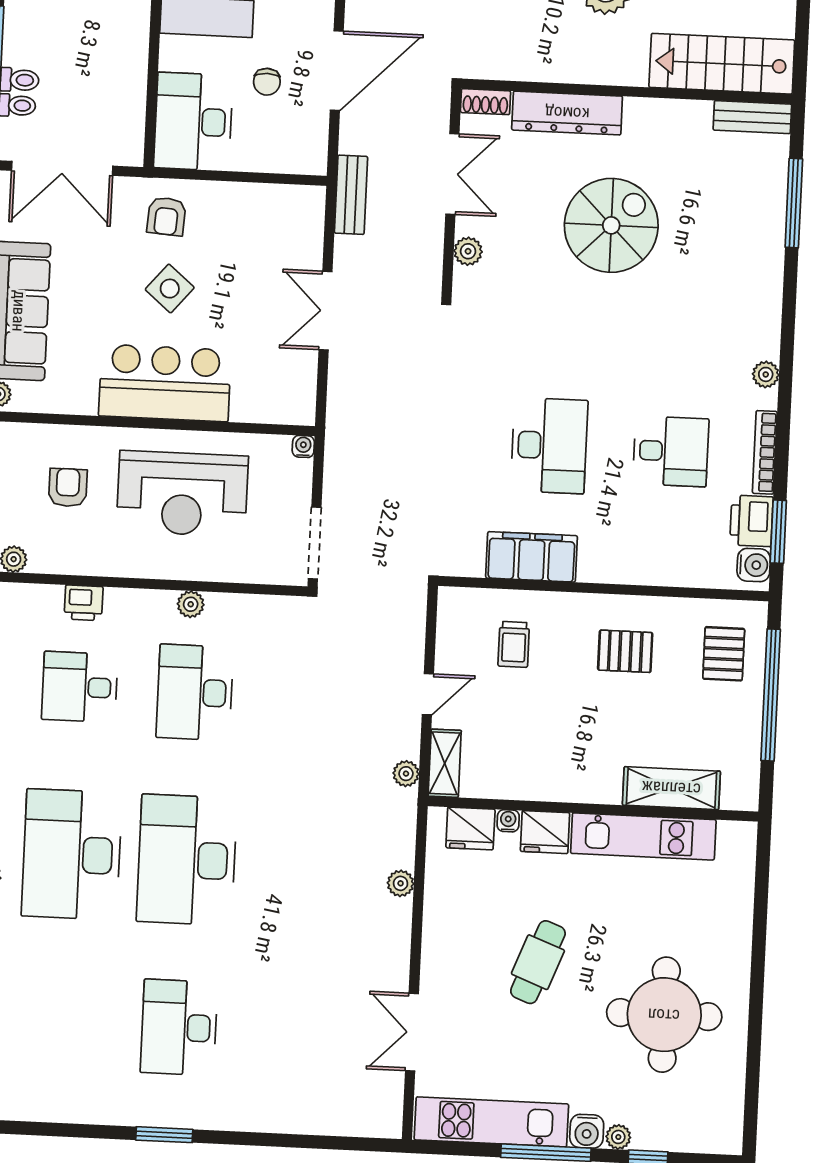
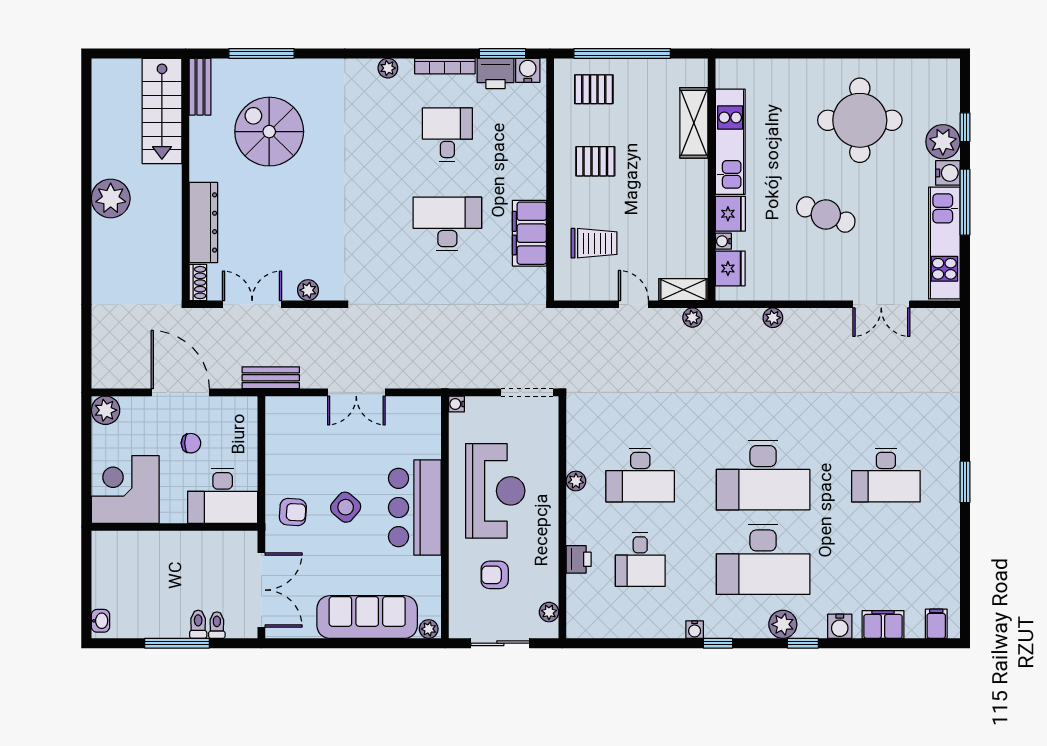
spiral stairs: (611, 225) -> (269, 132), moved
trolley: (514, 644) -> (594, 243), width x1.36, depth x1.39
pallet: (625, 651) -> (595, 161), turned 90
plant: (618, 1137) -> (943, 142), width x1.88, depth x1.88

